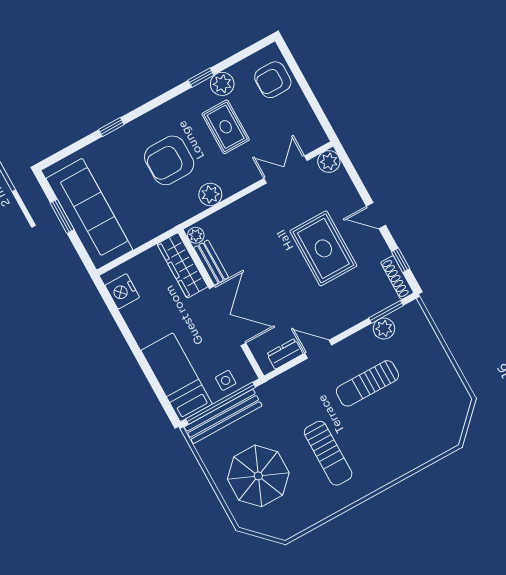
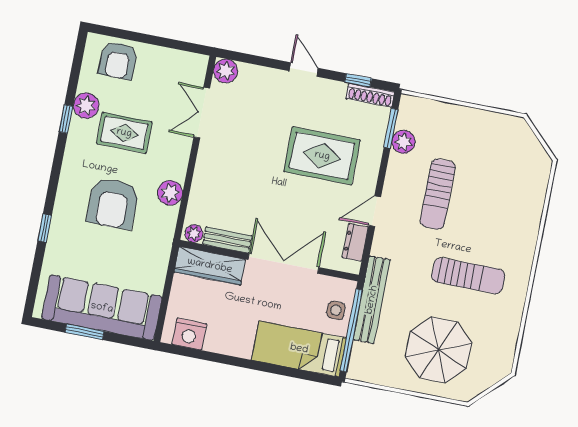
door: (376, 216) -> (304, 70), swing flipped
rug: (323, 248) -> (322, 156), moved
bench: (223, 416) -> (372, 300), moved

